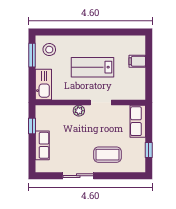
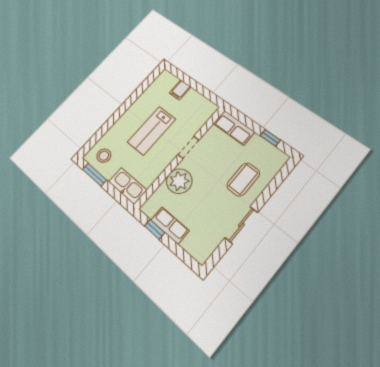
plant: (79, 111) -> (179, 181), width x1.87, depth x1.87
row of seats: (42, 145) -> (170, 225), moved

